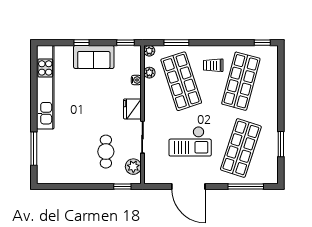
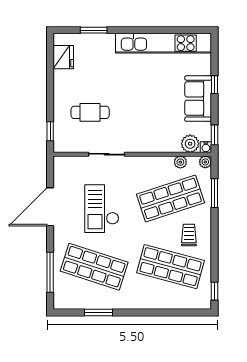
water cooler: (136, 80) -> (206, 147), moved
fridge: (132, 109) -> (63, 57), moved, turned 90
window: (34, 149) -> (94, 30), width x0.69
plant: (133, 167) -> (190, 144), moved

